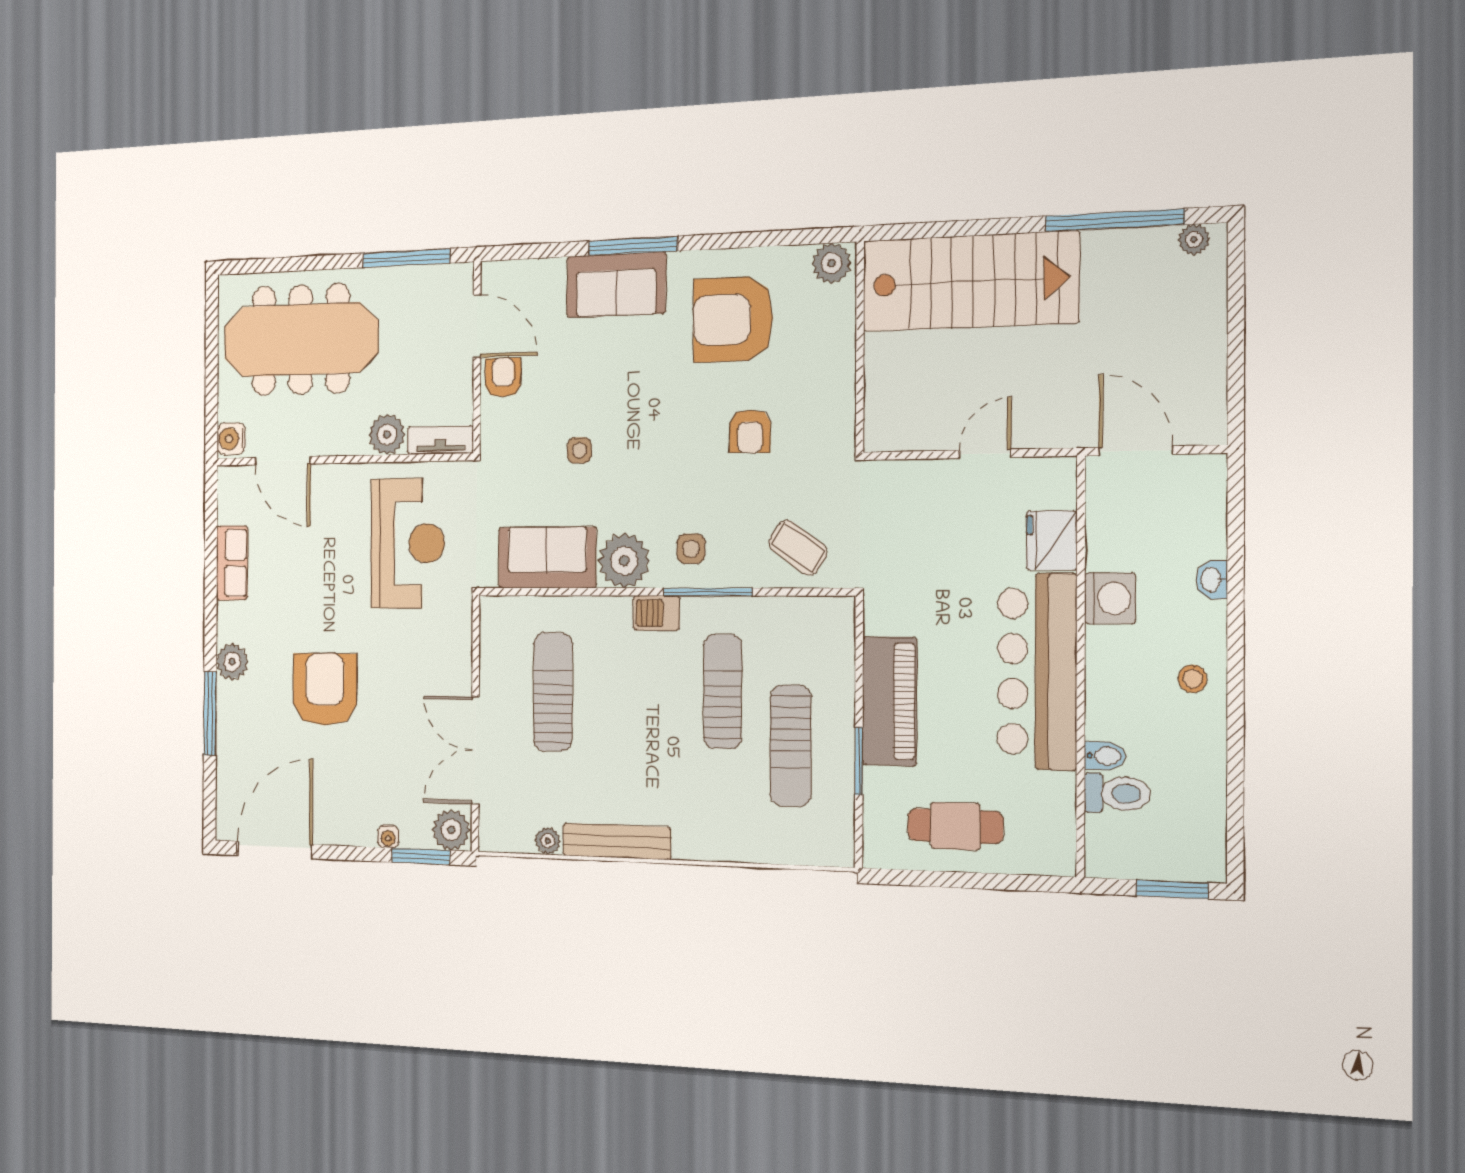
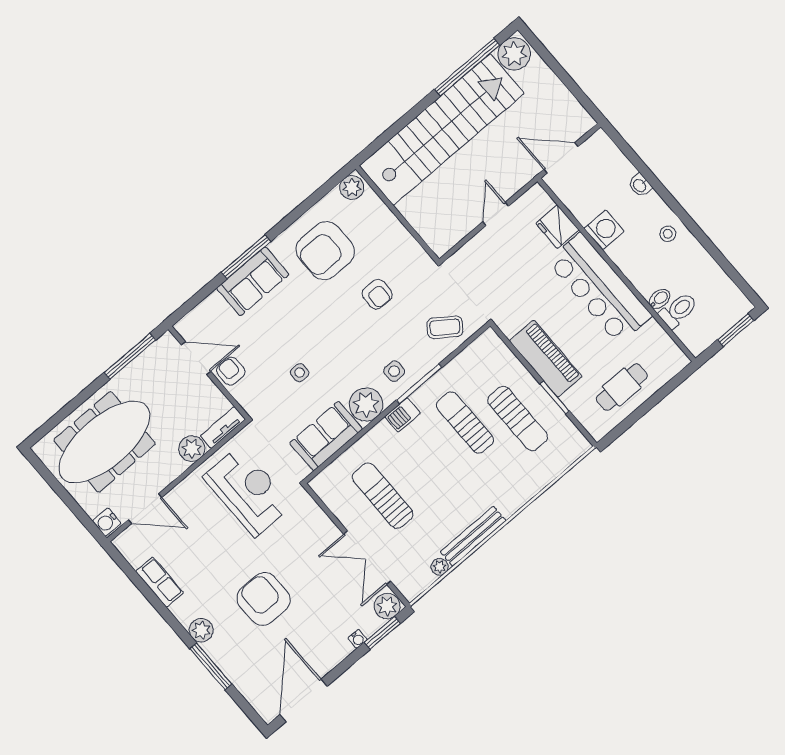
plant: (1194, 239) -> (514, 54), width x1.88, depth x1.88
stairs: (970, 282) -> (442, 130), width x1.36

